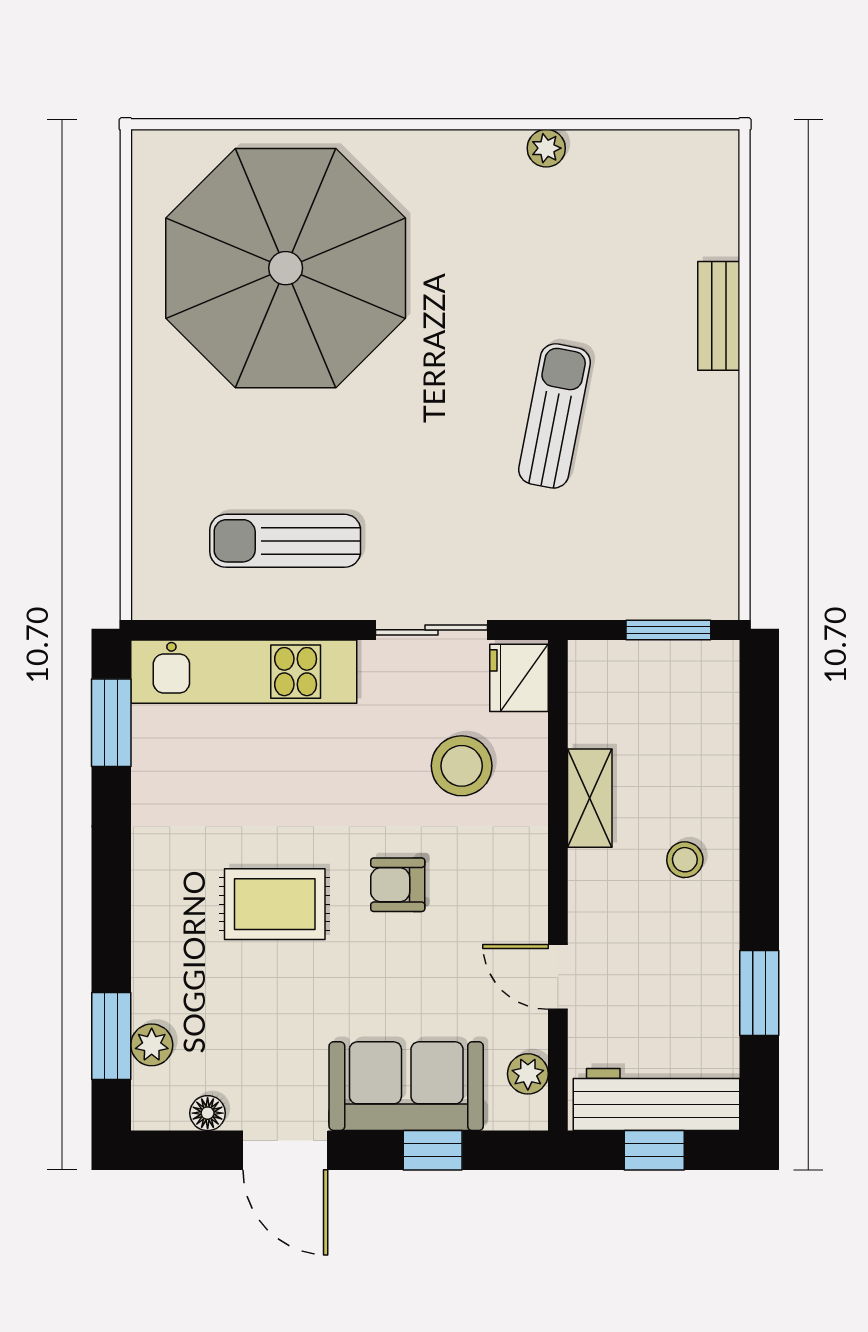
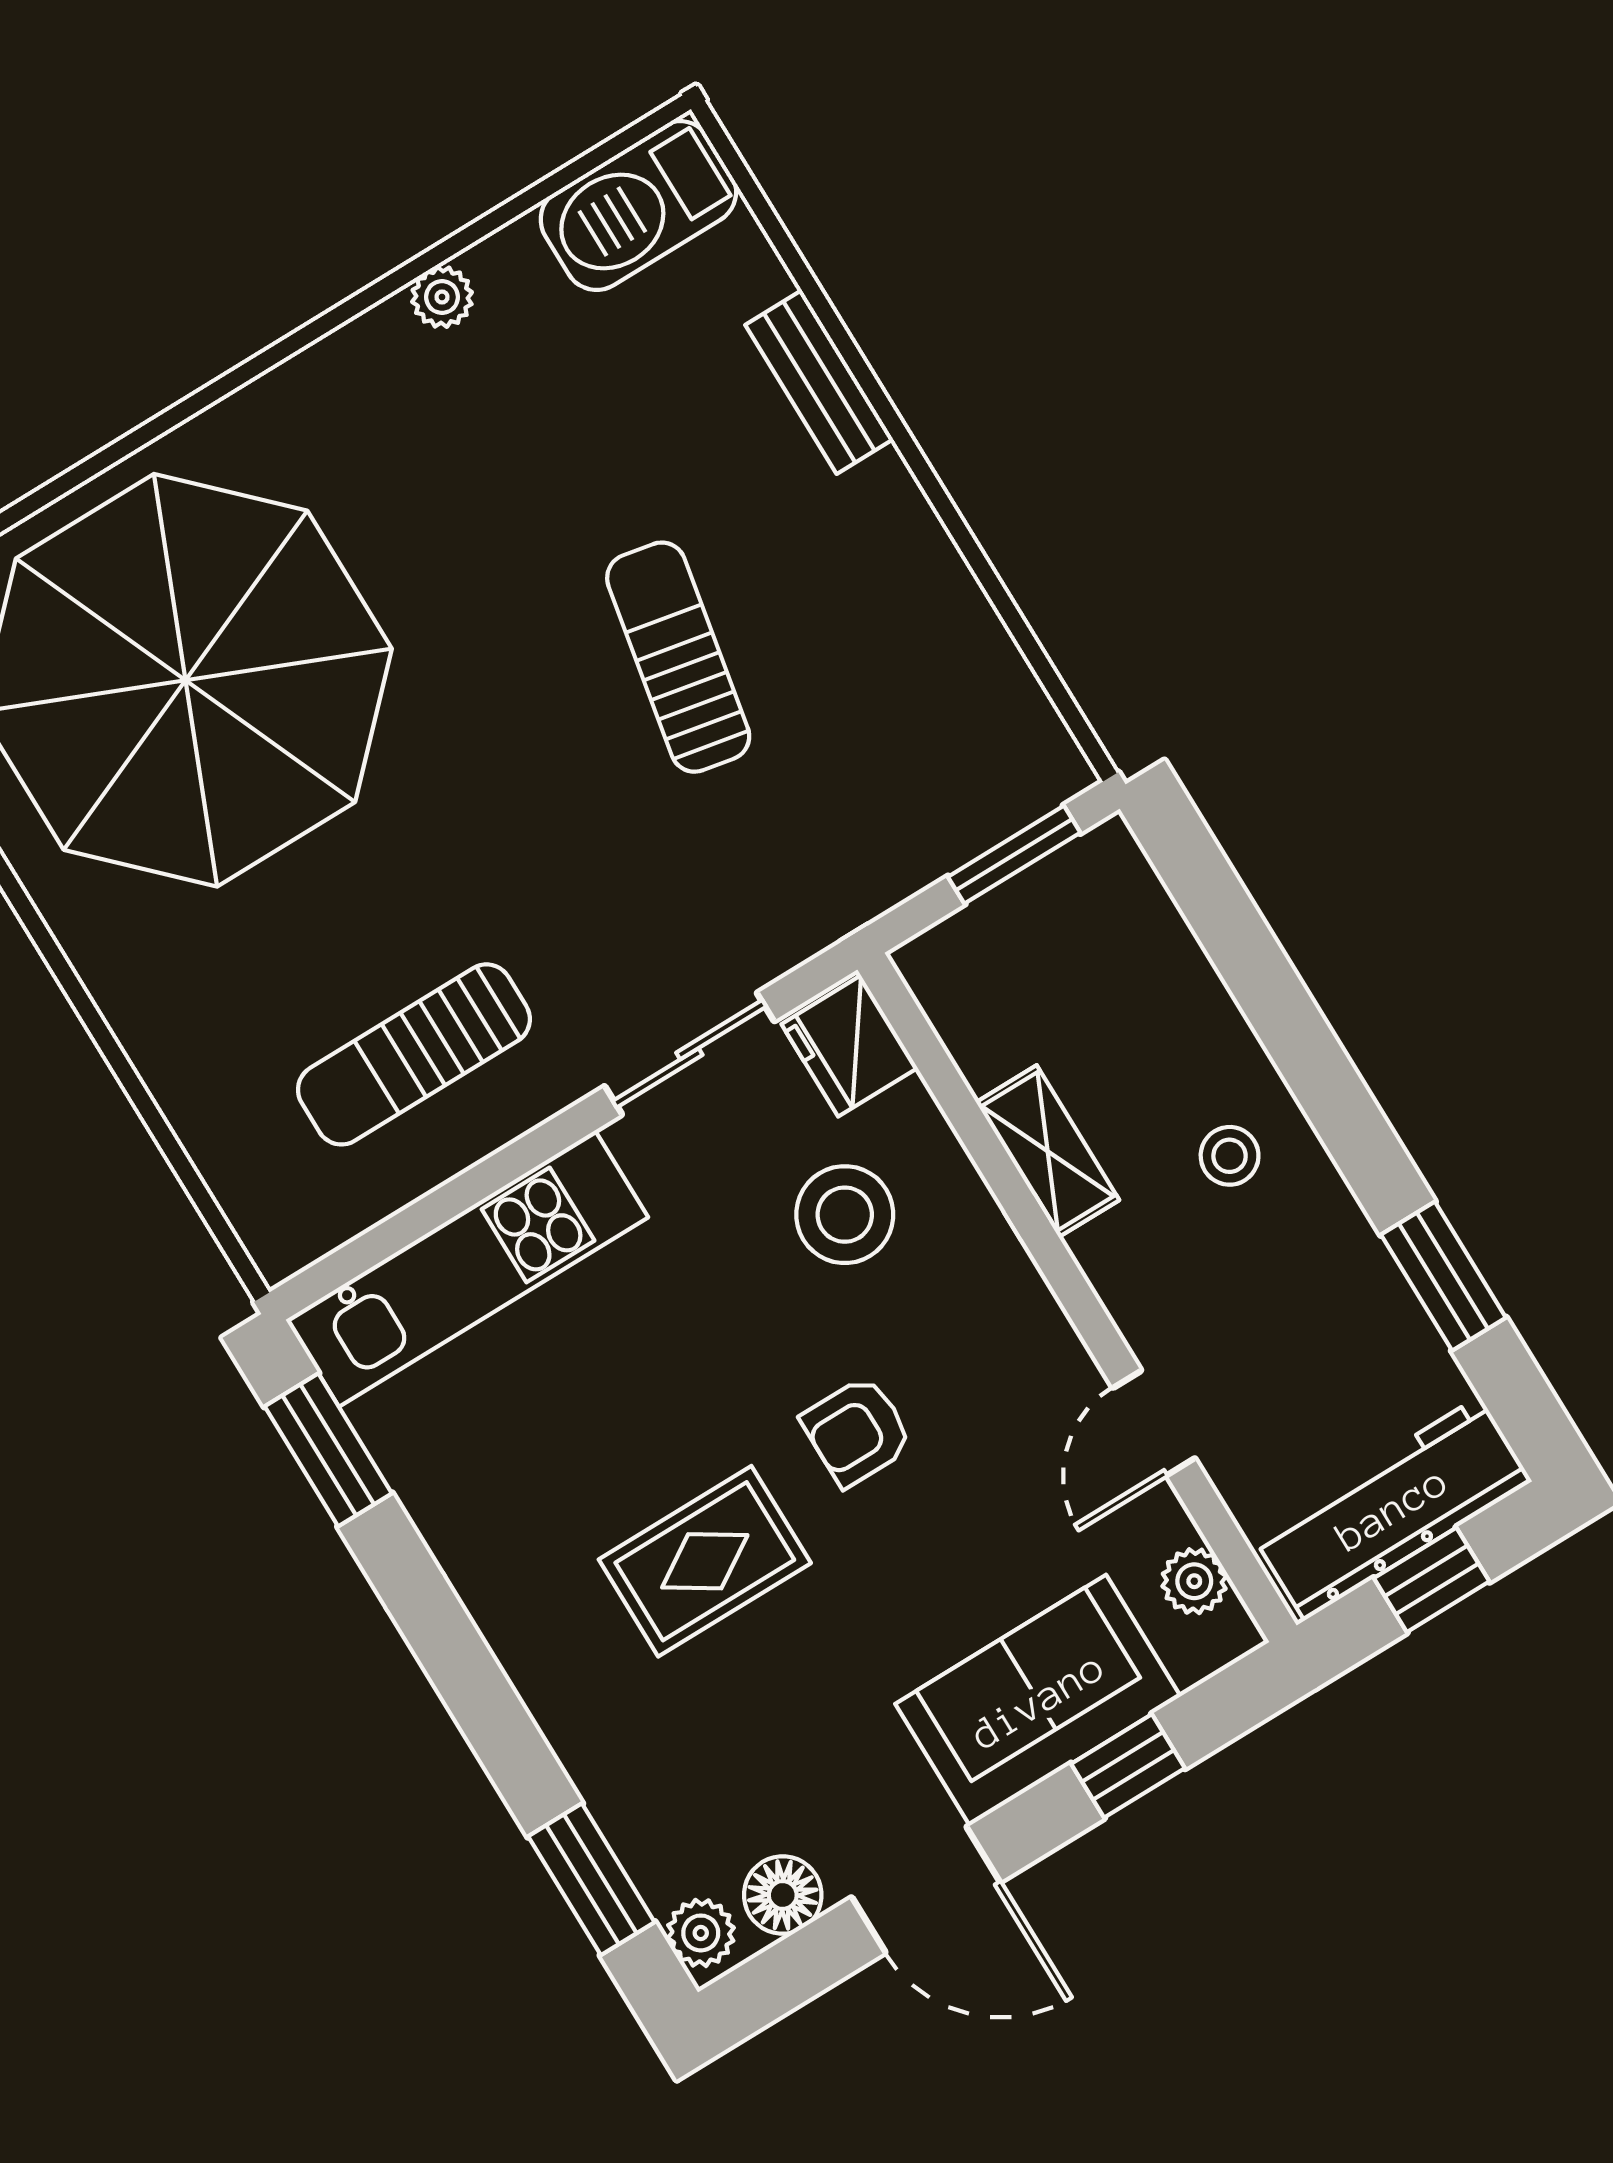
barbecue: (680, 163) -> (638, 206), added
door: (558, 977) -> (1154, 1423), hinge flipped
plant: (152, 1045) -> (701, 1933), moved
floor lamp: (208, 1113) -> (783, 1895), width x1.37, depth x1.37

